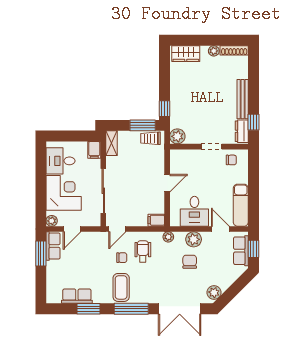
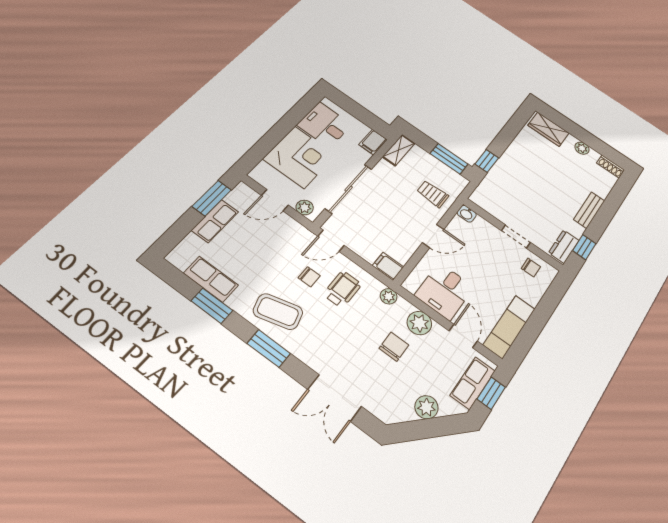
shoe rack: (234, 50) -> (611, 167), width x0.70
bench: (243, 99) -> (589, 210), width x0.73
plant: (177, 136) -> (482, 198), removed
trolley: (150, 138) -> (433, 194), moved
washbasin: (176, 154) -> (467, 214), added
plant: (52, 221) -> (305, 207), moved
row of seats: (53, 246) -> (215, 221), moved
coffee table: (121, 287) -> (278, 312), turned 75
plant: (214, 293) -> (426, 407), moved
window: (131, 309) -> (269, 348), width x0.69
double door: (180, 309) -> (335, 398), width x0.73

